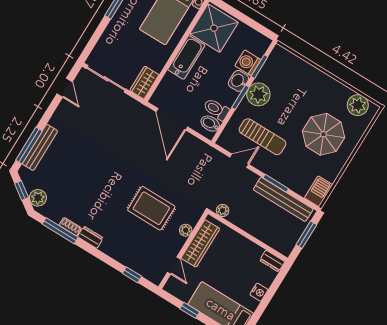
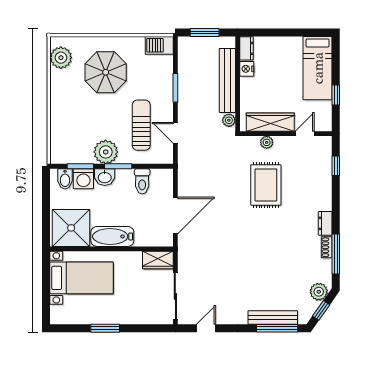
bidet: (210, 124) -> (65, 179), moved
bench: (283, 199) -> (227, 80), moved
nightstand: (259, 292) -> (247, 69), moved, turned -90

